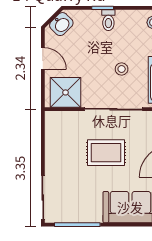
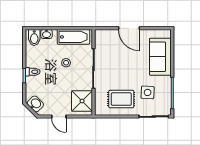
door: (43, 58) -> (59, 117), swing flipped
rug: (106, 153) -> (121, 99), moved, turned 90
side table: (78, 188) -> (148, 92), added

